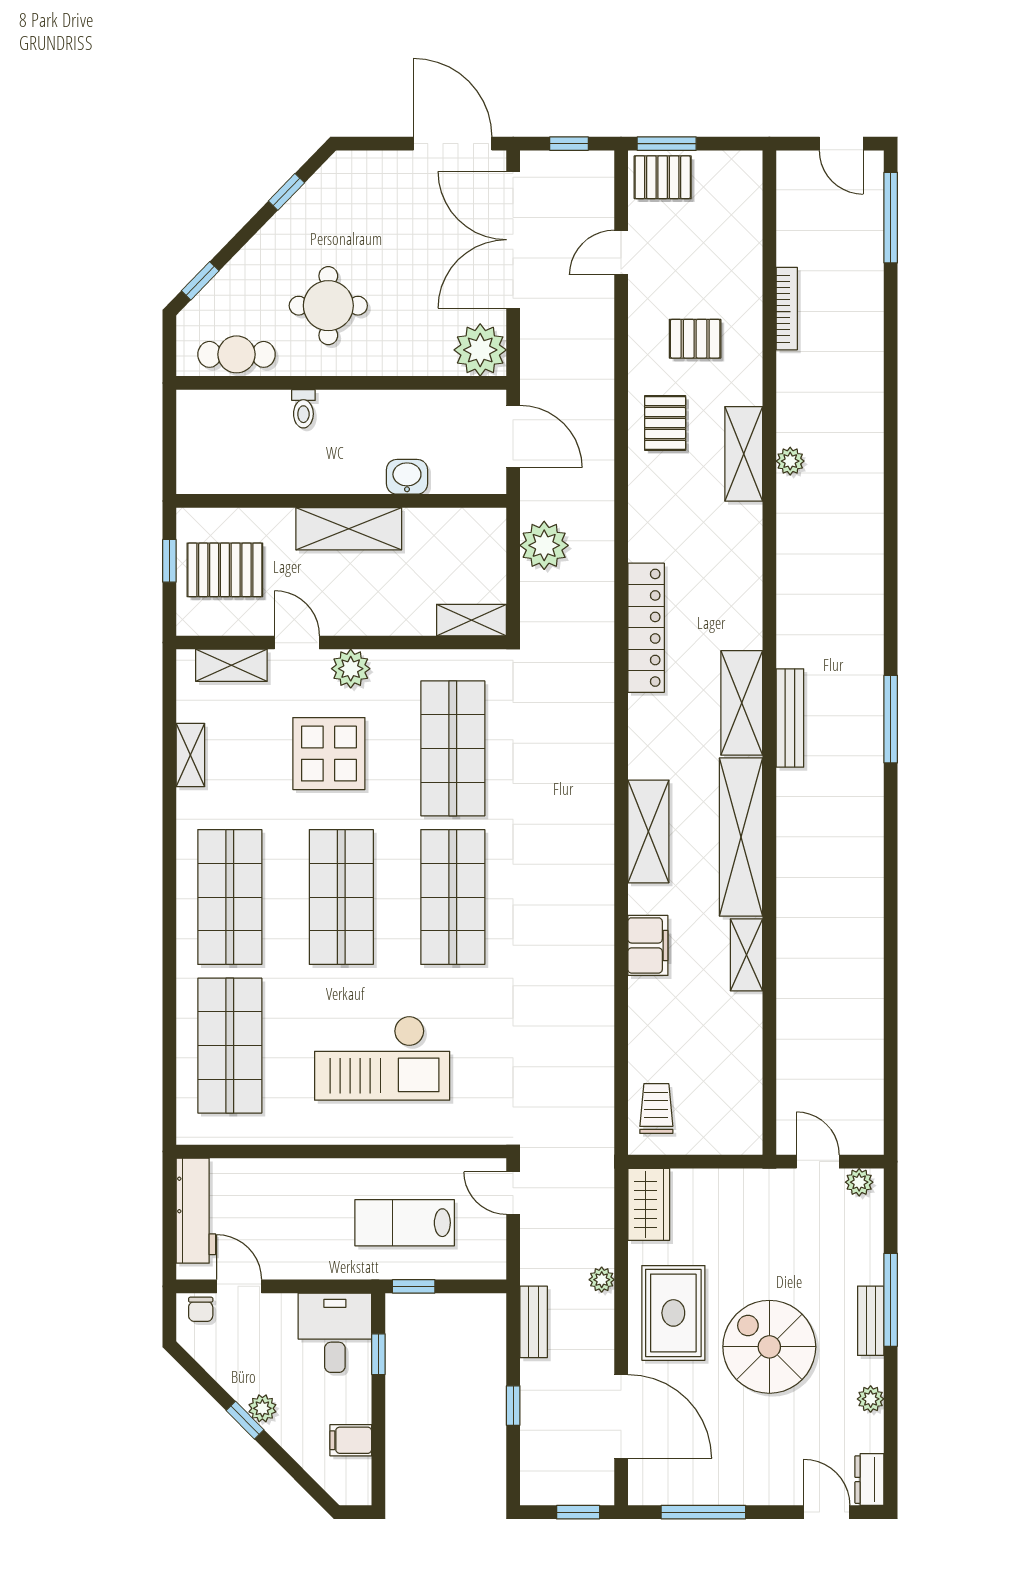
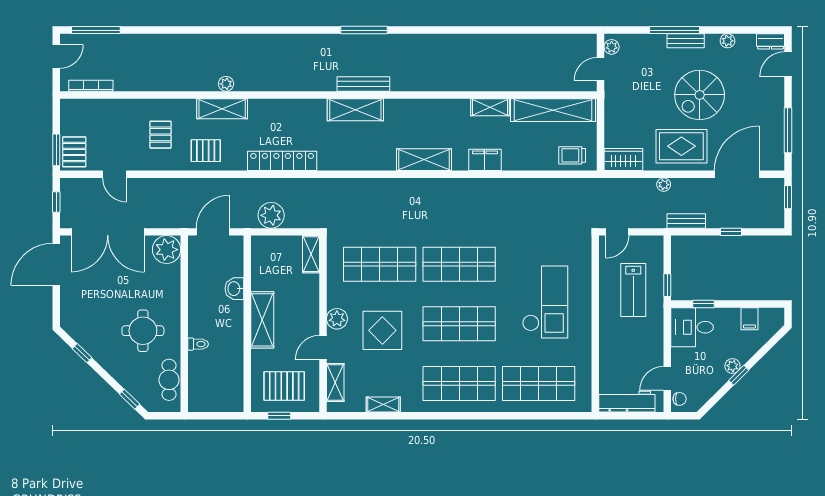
bookcase: (787, 309) -> (91, 86), moved
pallet: (225, 570) -> (284, 386), turned 90
locker: (646, 628) -> (282, 161), moved
shelving: (741, 837) -> (553, 110), moved

